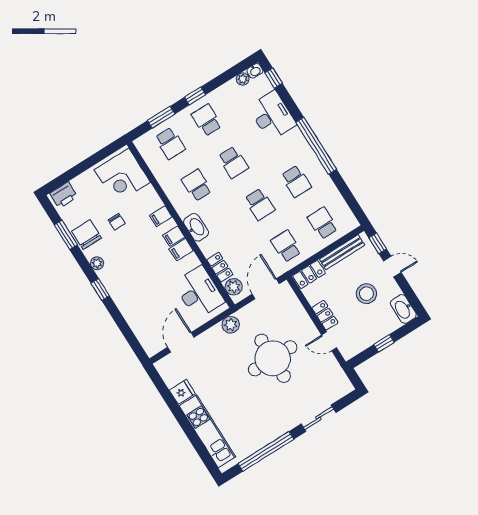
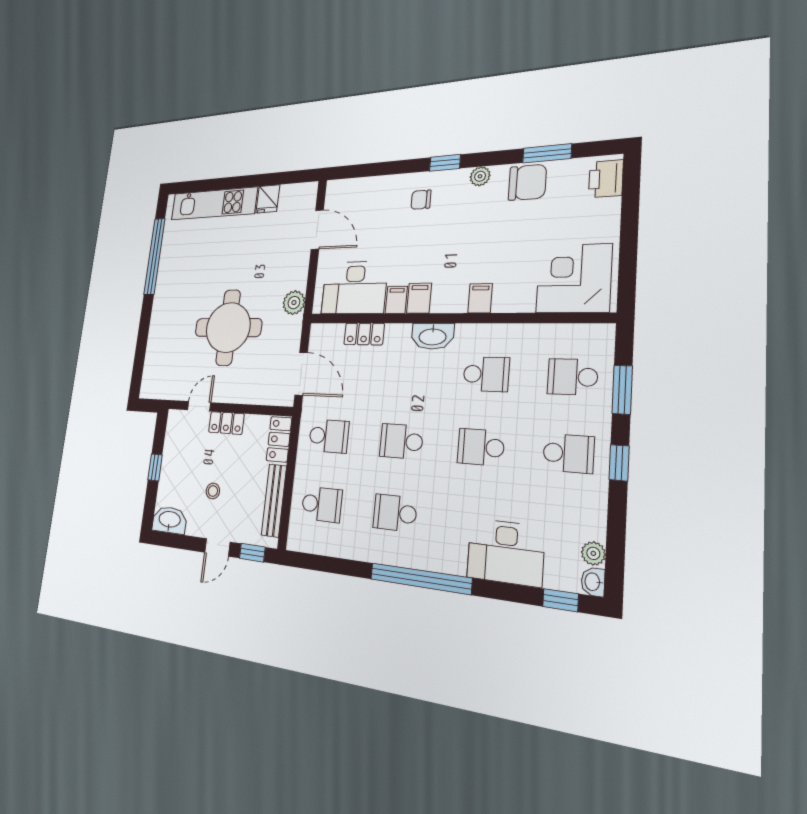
chair: (117, 222) -> (421, 200), moved
filing cabinet: (174, 236) -> (396, 300), moved
plant: (234, 287) -> (331, 335), removed
stool: (366, 294) -> (213, 491), width x0.53, depth x0.53
sliding door: (318, 418) -> (143, 336), removed

